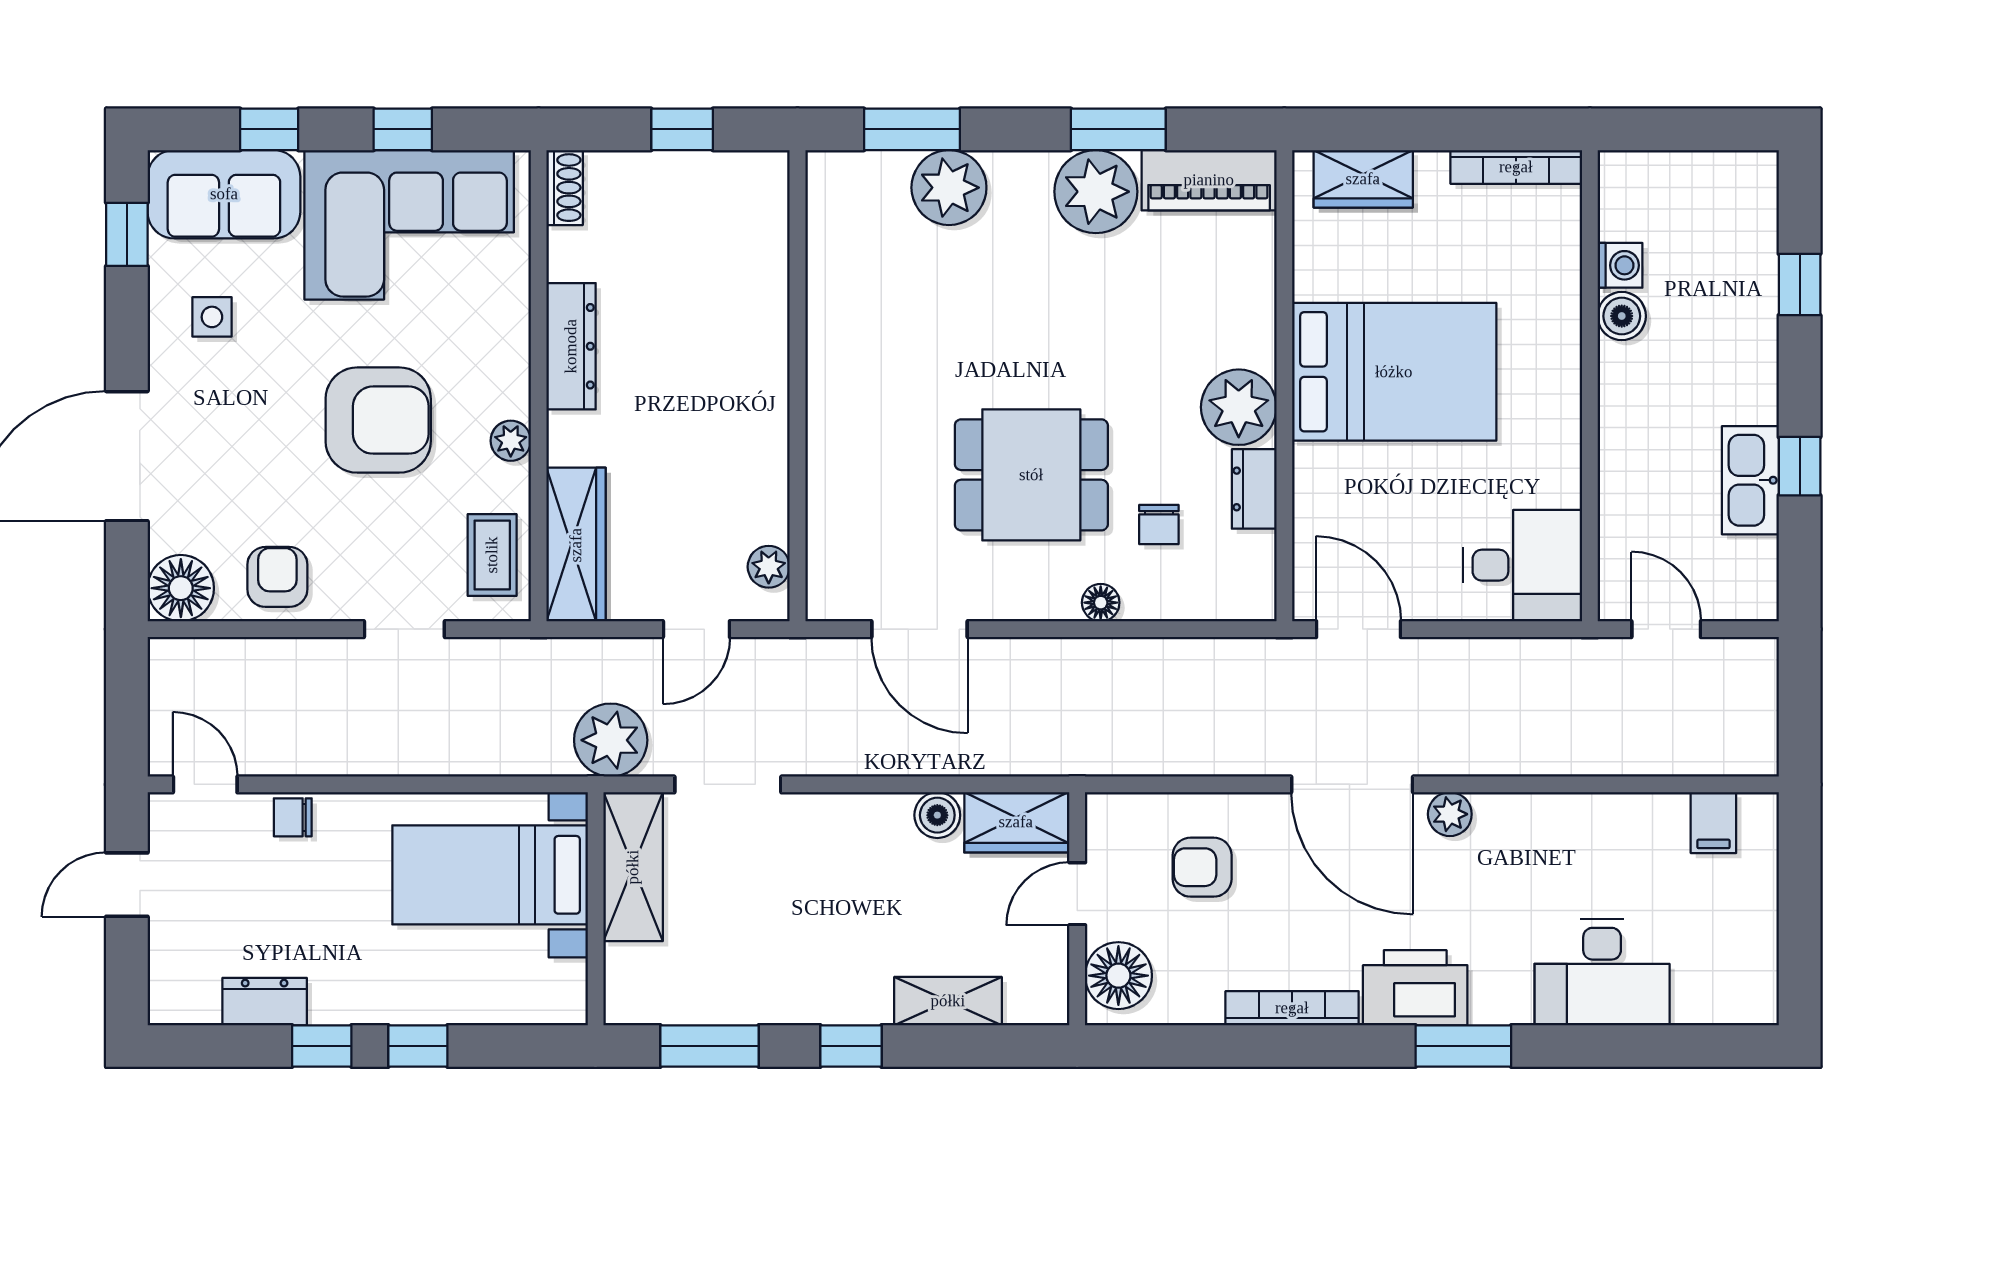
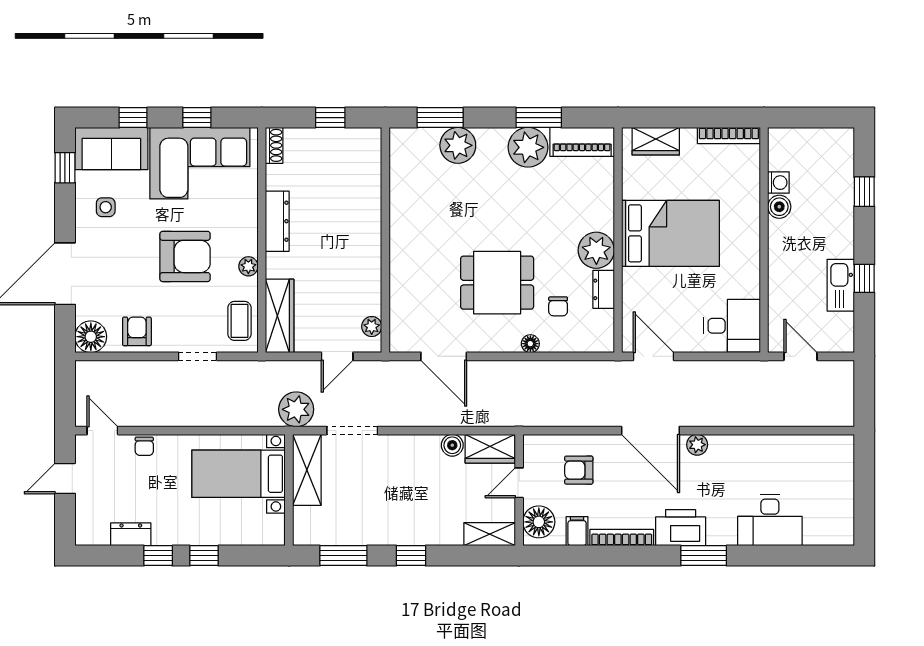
chair: (293, 817) -> (144, 446), turned -90
filing cabinet: (1713, 823) -> (577, 531), moved, turned 180
shelving: (948, 1001) -> (490, 534), moved

